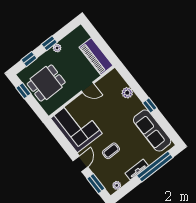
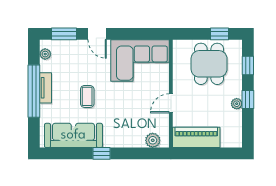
plant: (127, 93) -> (153, 140), moved
coffee table: (111, 151) -> (87, 96), moved
window: (155, 166) -> (34, 91), moved

